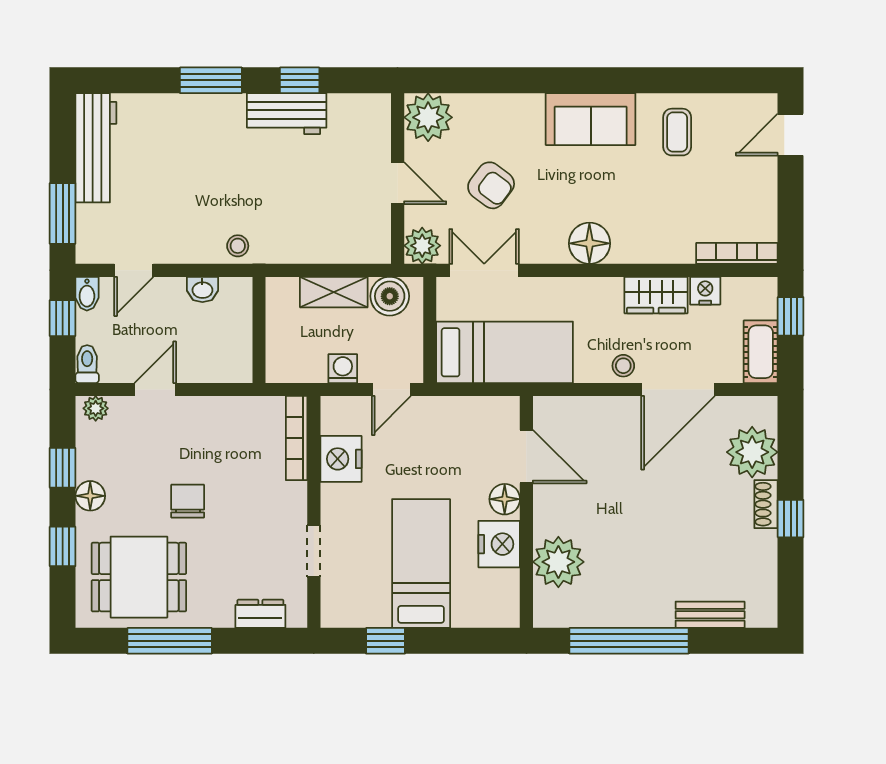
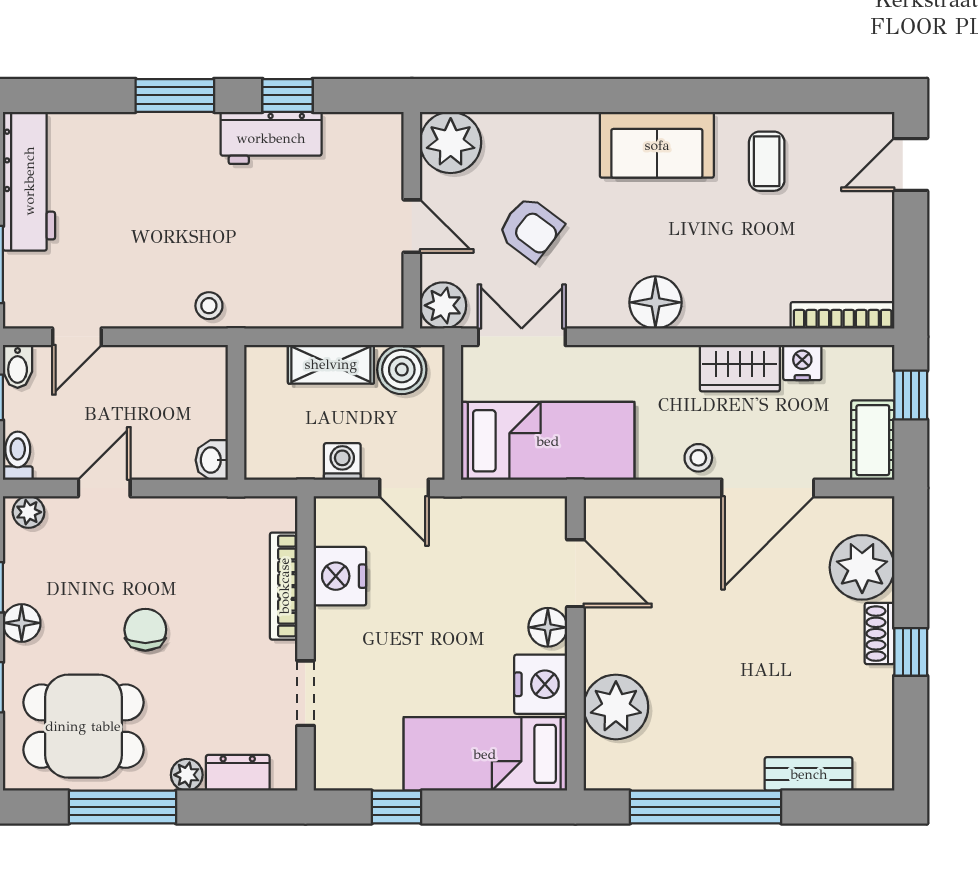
washbasin: (202, 289) -> (212, 460), moved, turned 90
door: (391, 390) -> (404, 488), hinge flipped
bookcase: (297, 438) -> (284, 586), moved
bed: (421, 563) -> (485, 754), moved, turned -90
plant: (220, 615) -> (187, 775), added

